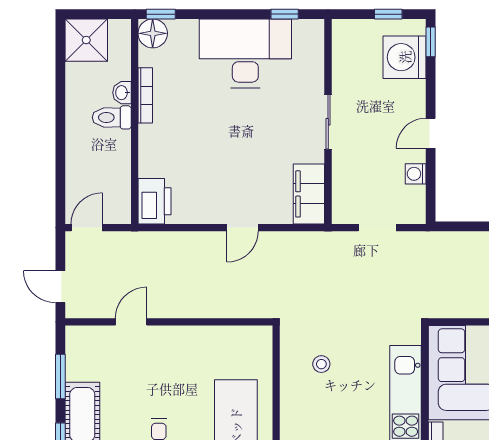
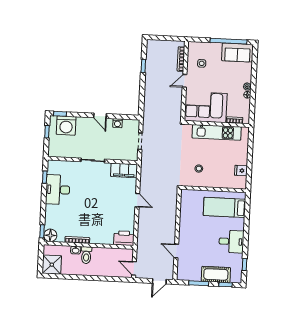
desk: (245, 53) -> (58, 190), width x0.73, depth x0.77

